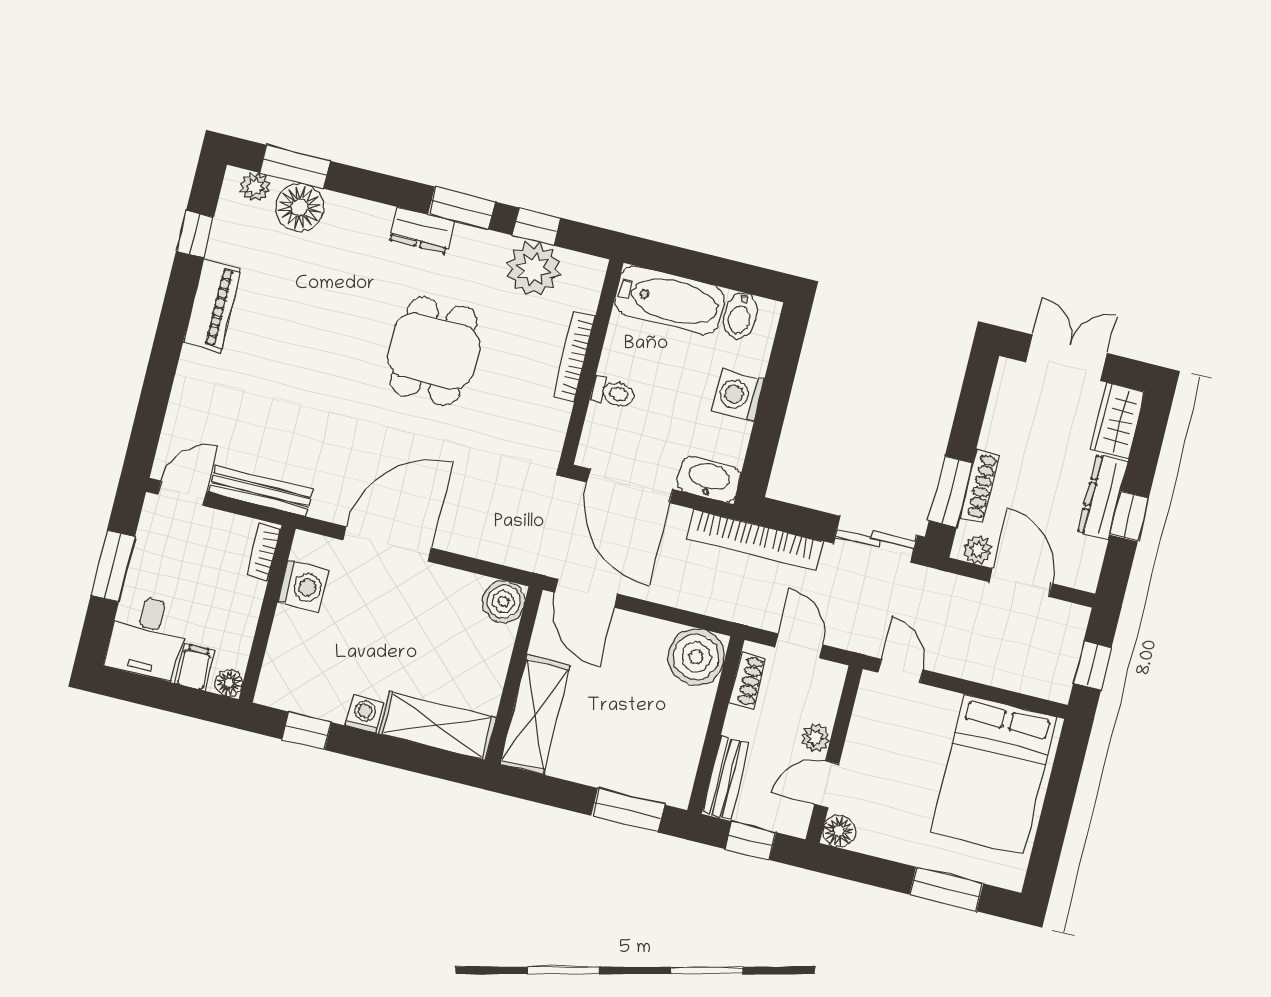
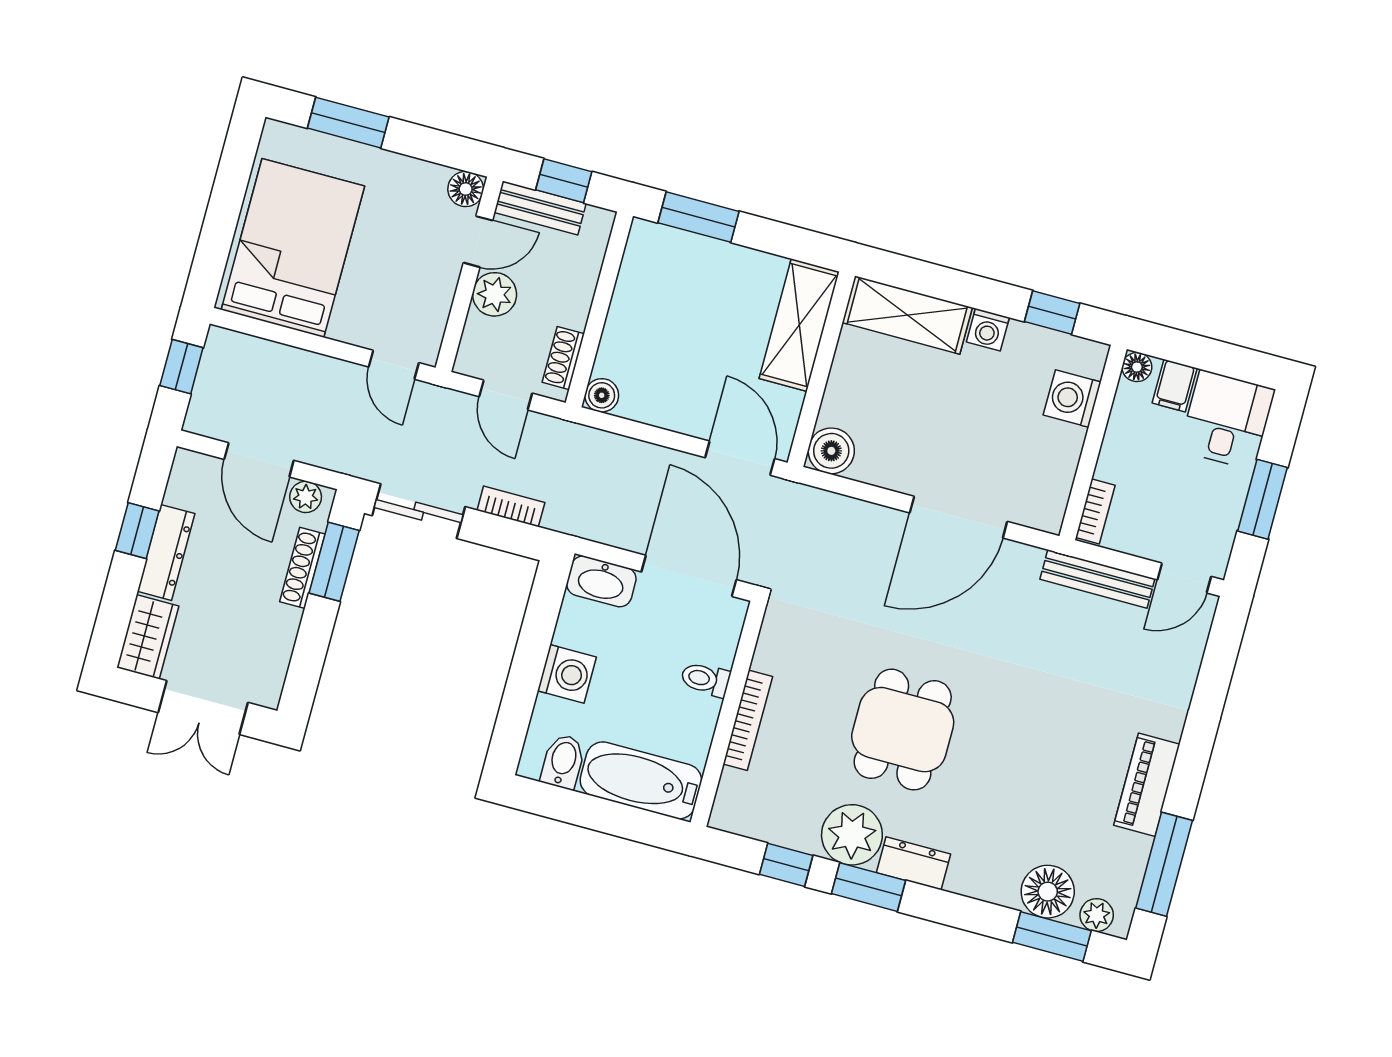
window: (195, 234) -> (1164, 864), width x2.17
plant: (533, 269) -> (852, 835), moved
bookcase: (755, 540) -> (511, 506), width x0.43, depth x0.76
washing machine: (303, 586) -> (1072, 399), moved
boiler: (696, 657) -> (602, 395), width x0.54, depth x0.54
plant: (816, 738) -> (495, 294), width x1.38, depth x1.38
bench: (726, 778) -> (540, 208), moved, turned 90

